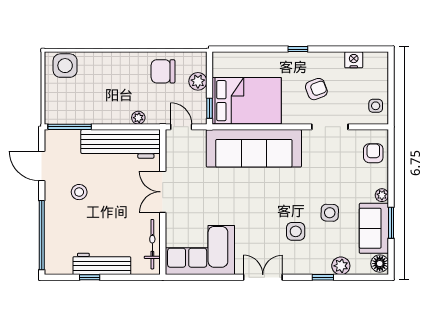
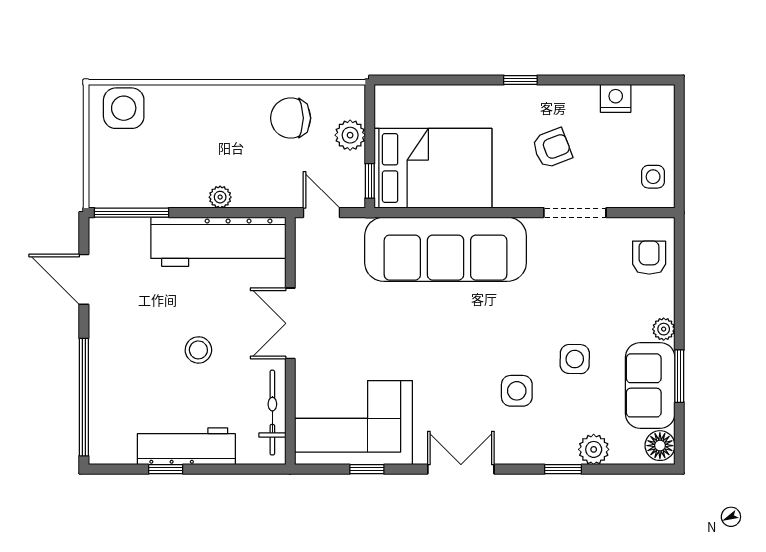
plant: (138, 118) -> (220, 197), moved
stool: (79, 192) -> (198, 350), moved
window: (208, 277) -> (367, 469), added

